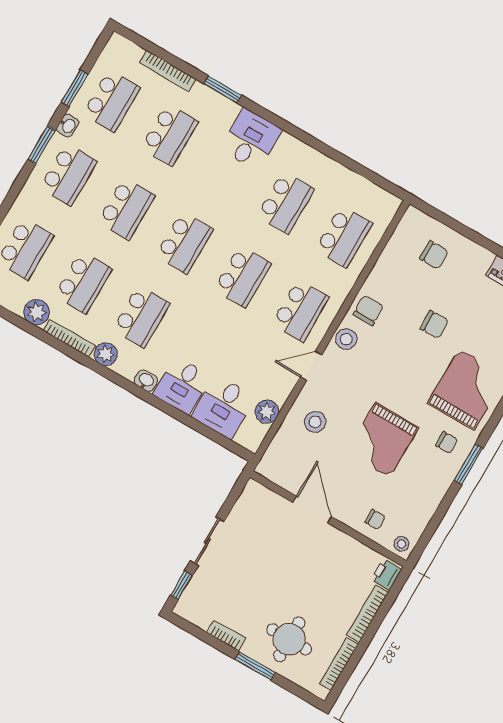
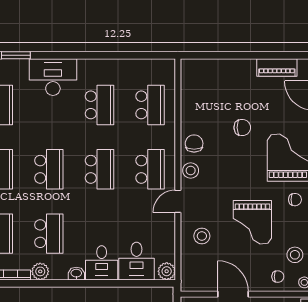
desk: (251, 139) -> (53, 77), width x1.37
chair: (434, 255) -> (216, 83), removed
plant: (267, 412) -> (167, 271), moved
stool: (409, 506) -> (295, 255), added

